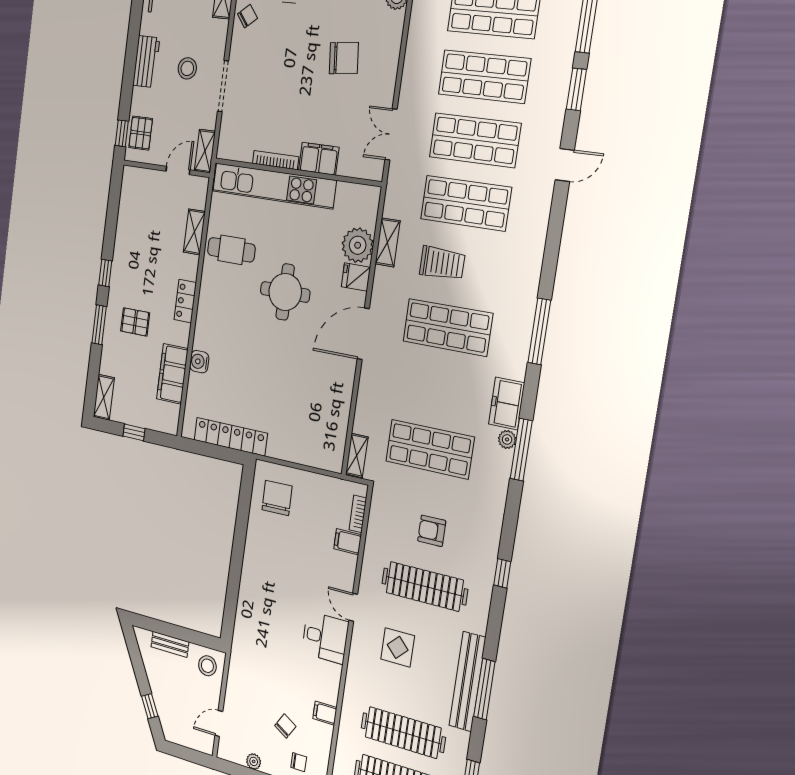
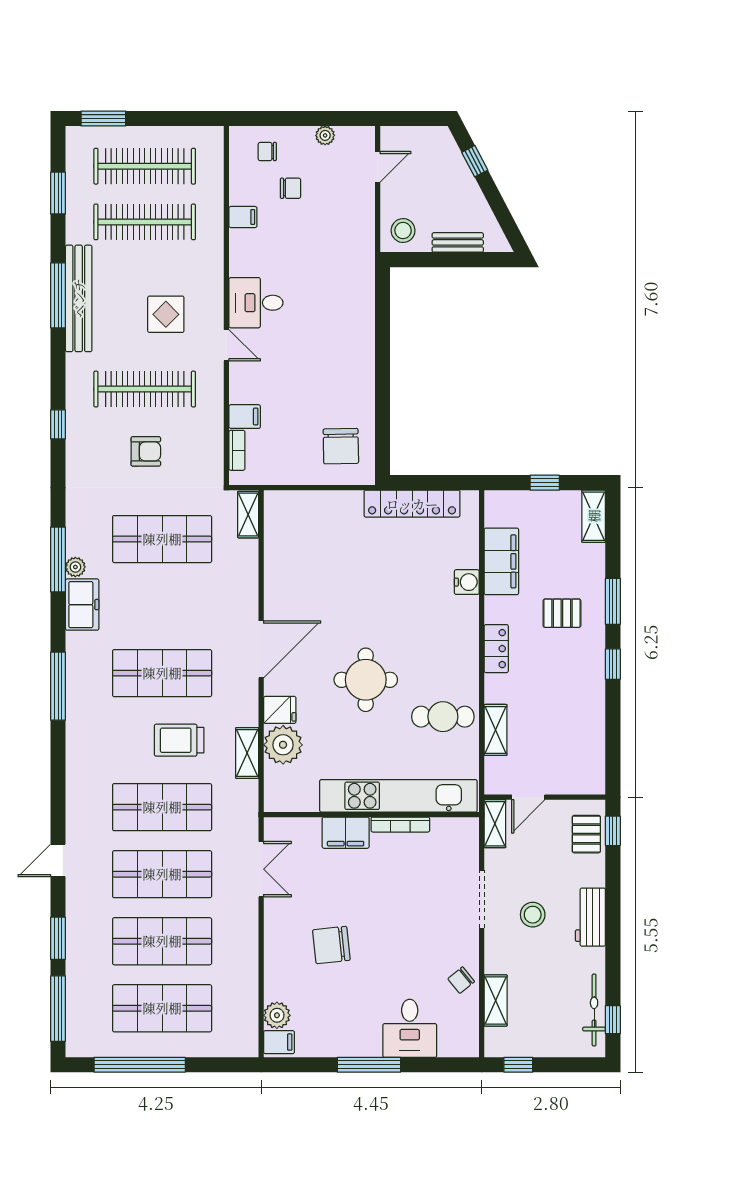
chair: (285, 726) -> (290, 188), turned -121

